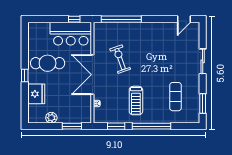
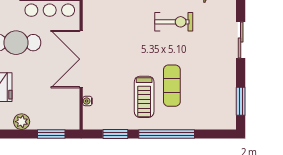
exercise bike: (120, 59) -> (174, 22), moved, turned 109
exercise mat: (175, 97) -> (172, 86), moved

